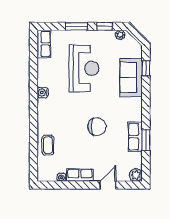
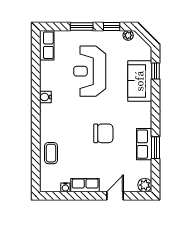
reception desk: (84, 68) -> (90, 71), turned 180

